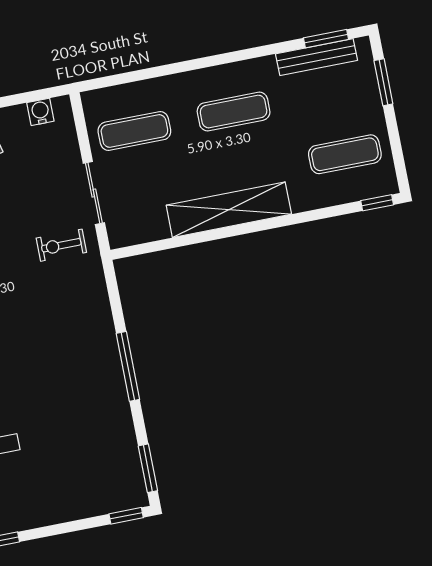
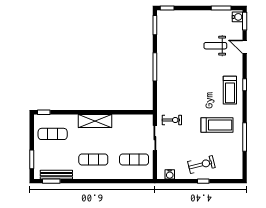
shelving: (229, 210) -> (95, 121), width x0.68

